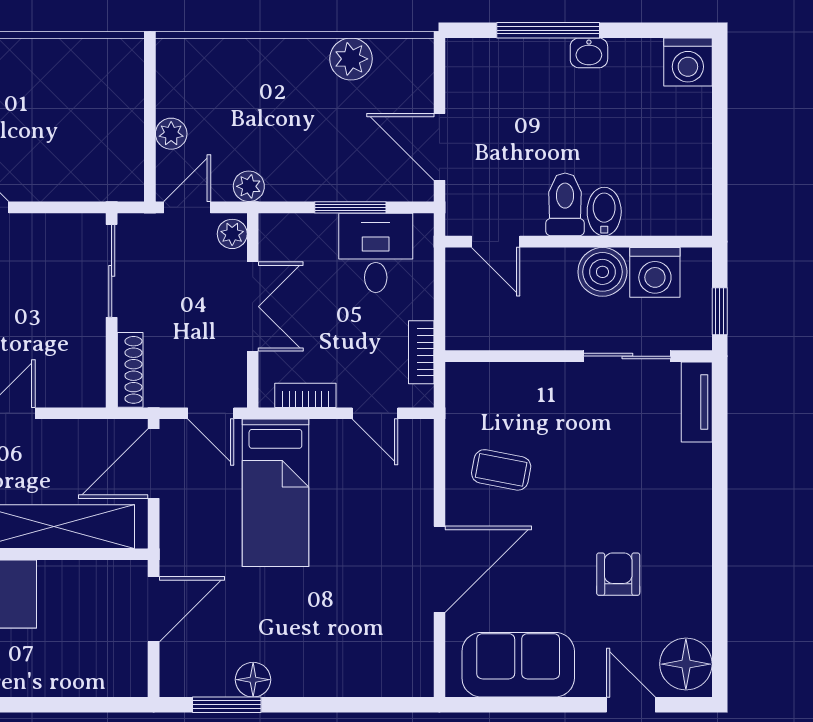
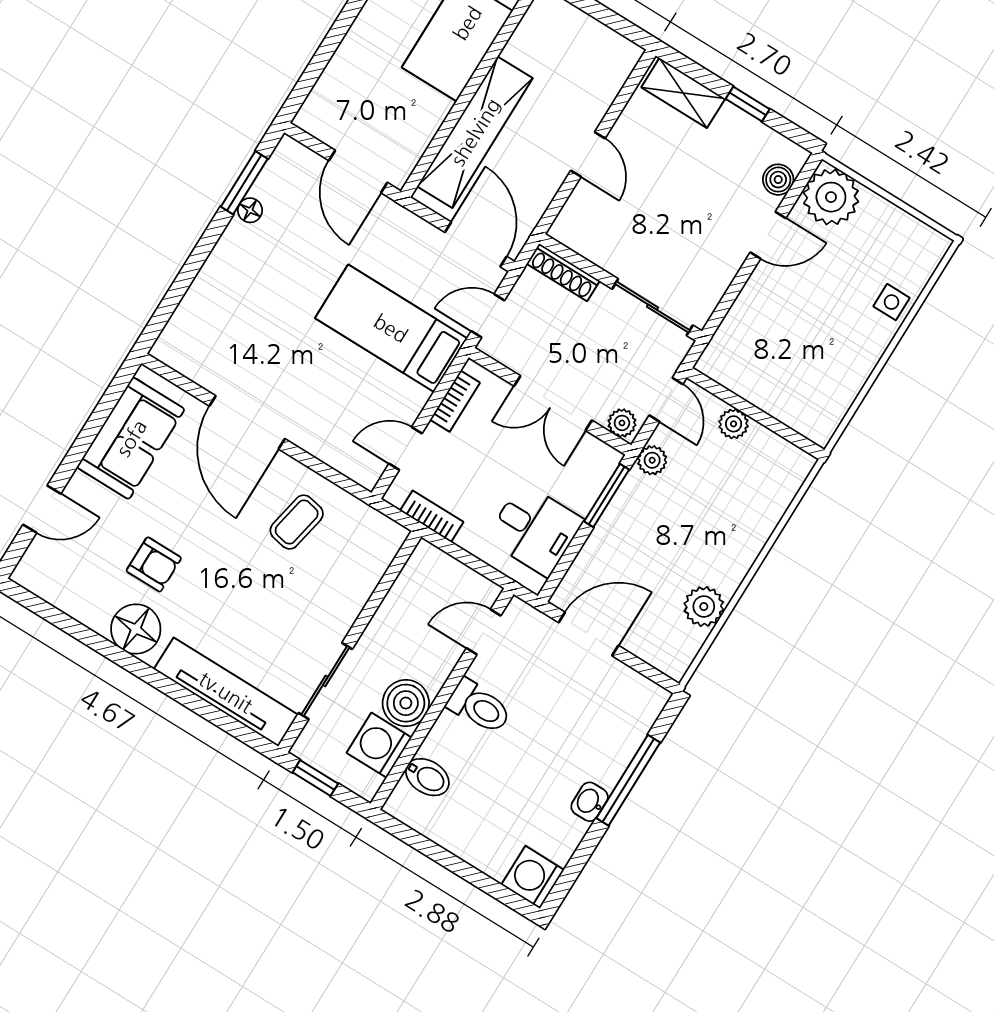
window: (350, 207) -> (607, 496), moved
bidet: (604, 212) -> (427, 777), moved
tv unit: (697, 402) -> (226, 692), width x1.92, depth x1.29
floor lamp: (686, 664) -> (136, 629), moved
floor lamp: (253, 680) -> (250, 210), width x0.73, depth x0.73

